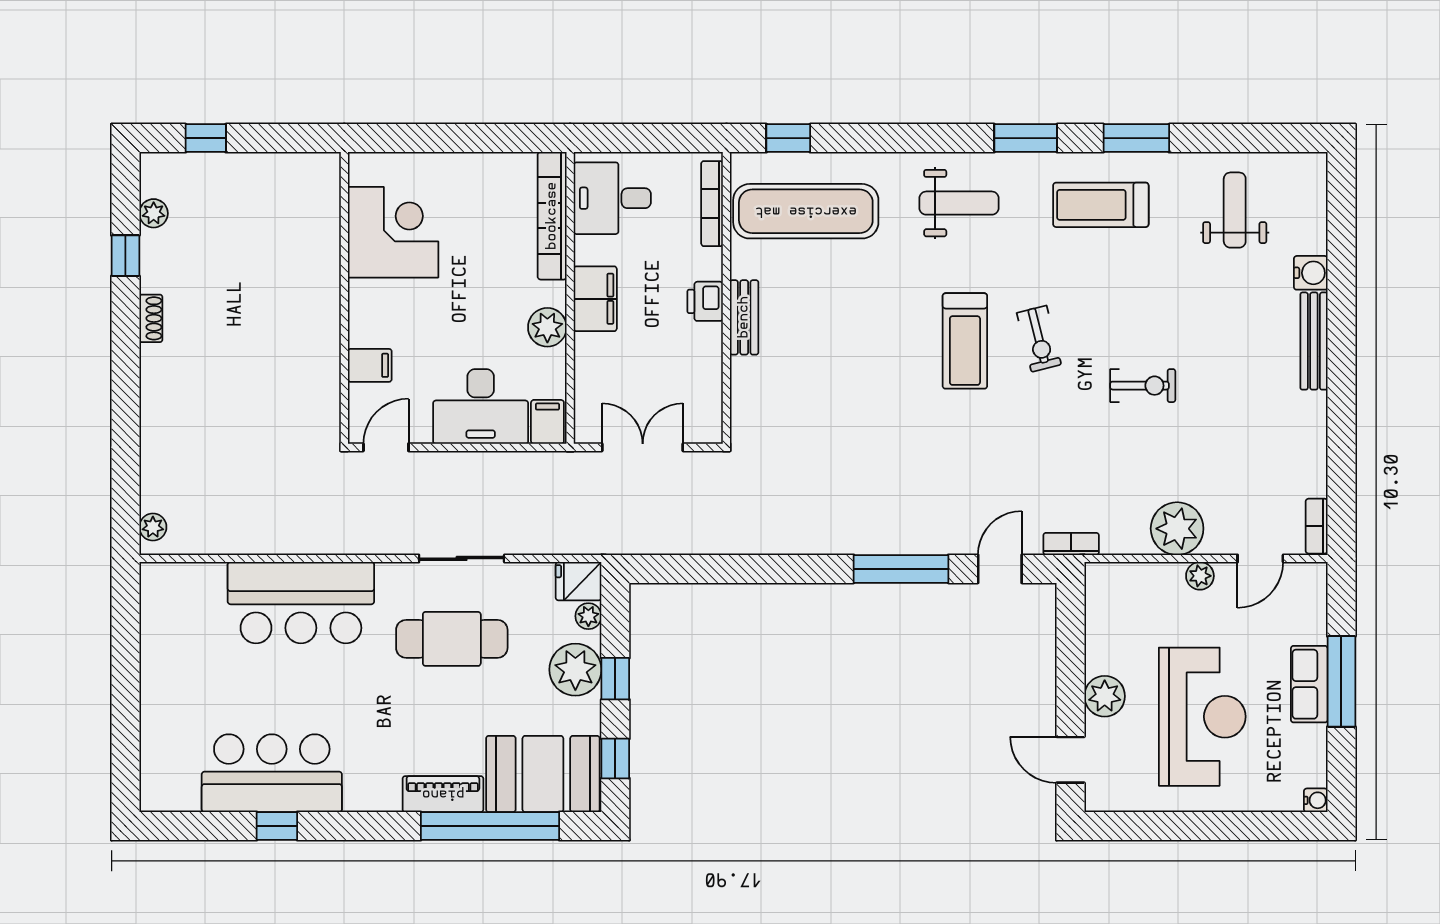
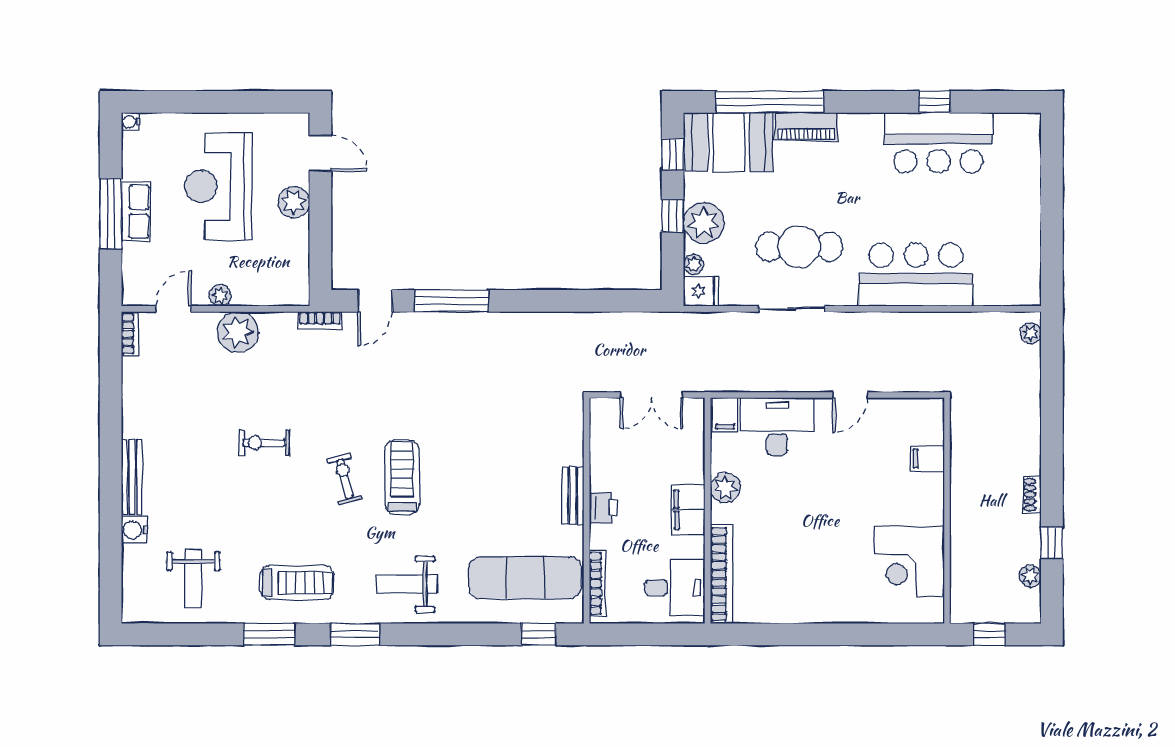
corner desk: (393, 232) -> (909, 561), moved
wall: (344, 298) -> (947, 511), moved
filing cabinet: (370, 365) -> (927, 458), moved

